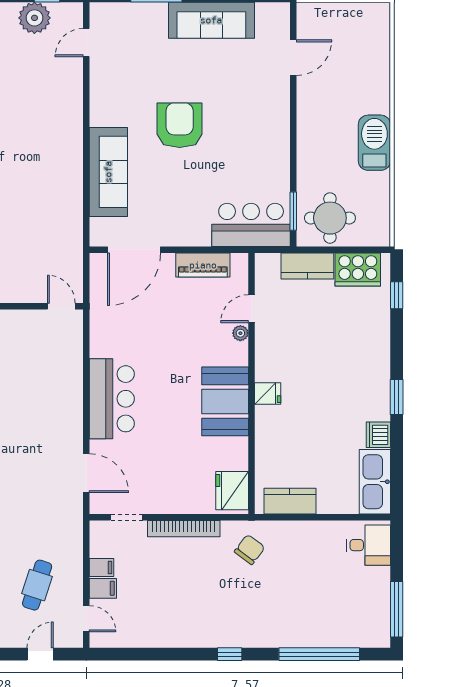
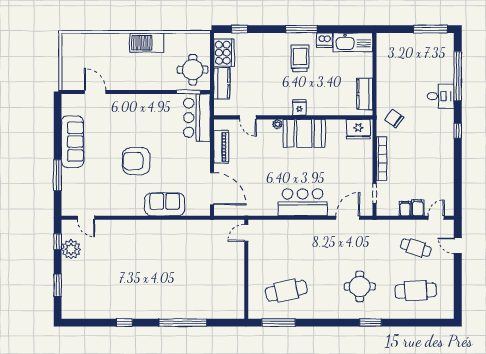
sofa: (108, 172) -> (165, 204), width x0.73
plant: (240, 333) -> (277, 124), moved
trolley: (348, 395) -> (300, 58), added
window: (397, 397) -> (302, 29), width x1.44
desk: (369, 545) -> (441, 96), moved, turned 90

